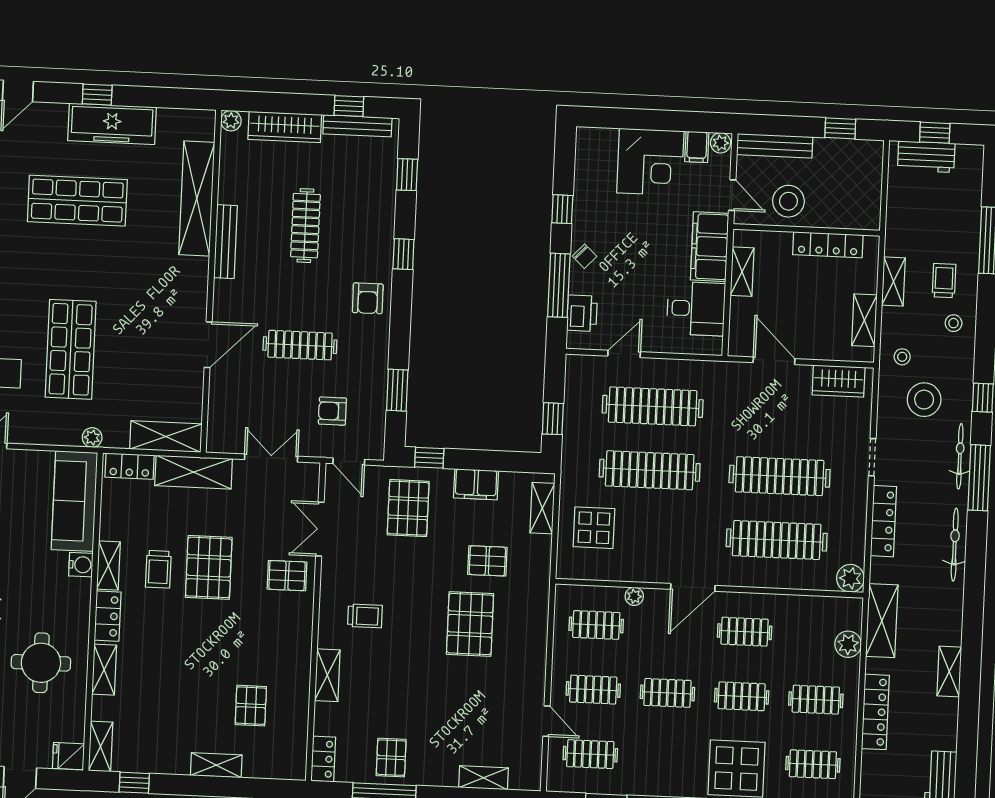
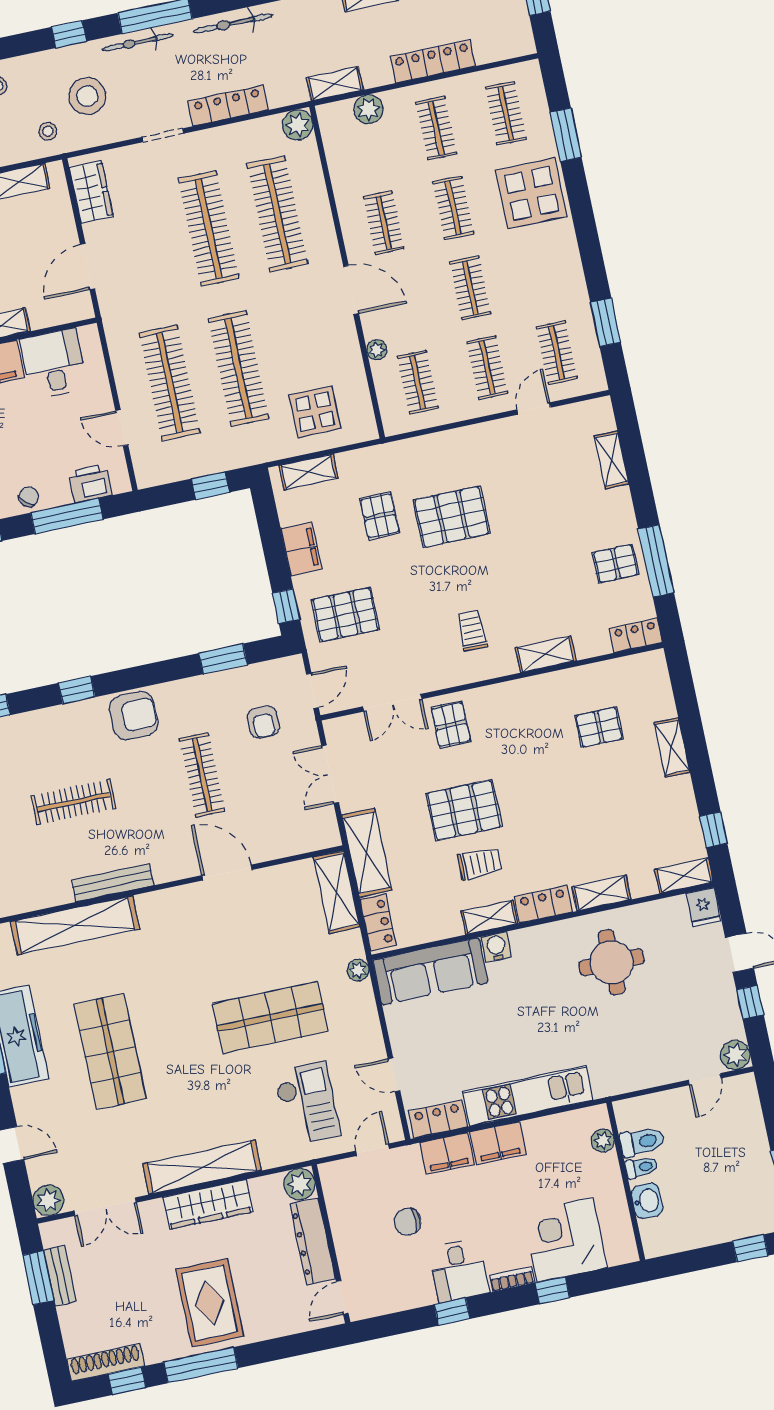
armchair: (368, 298) -> (134, 716), width x1.38, depth x1.38
shelving: (882, 621) -> (335, 84), width x0.67, depth x0.75

